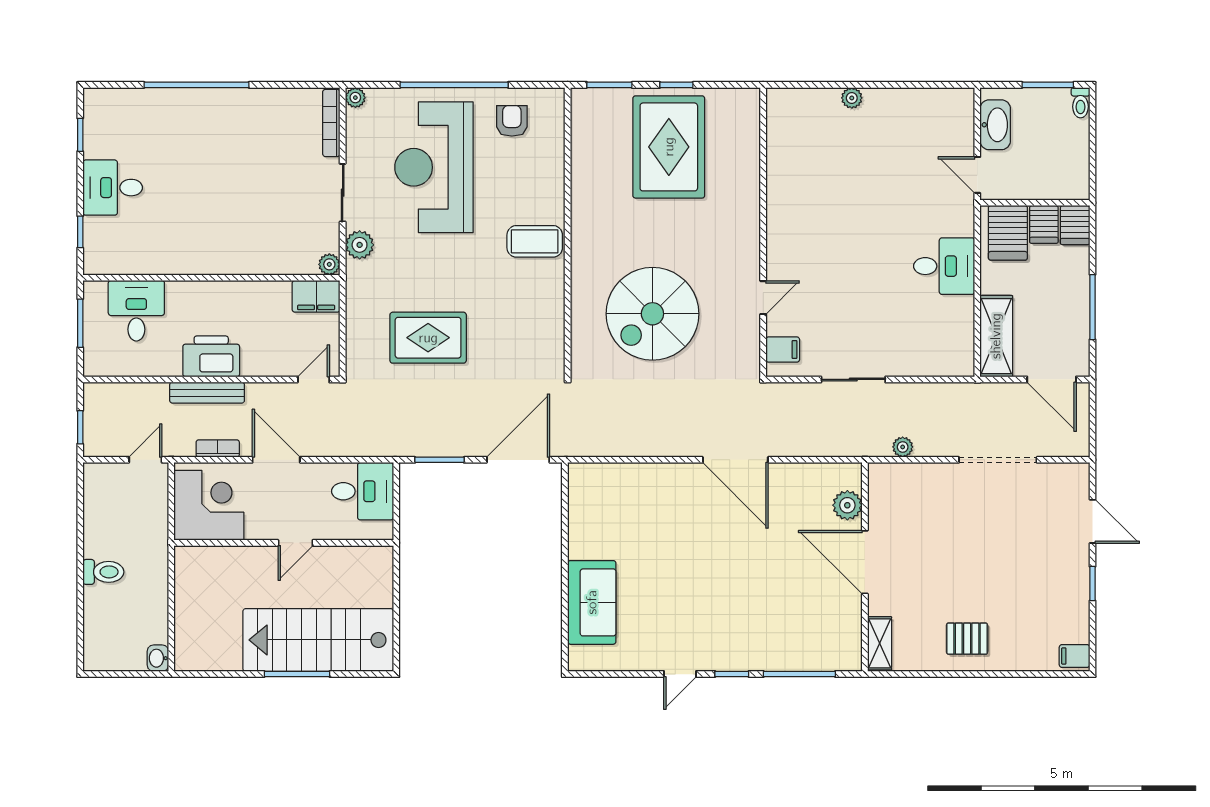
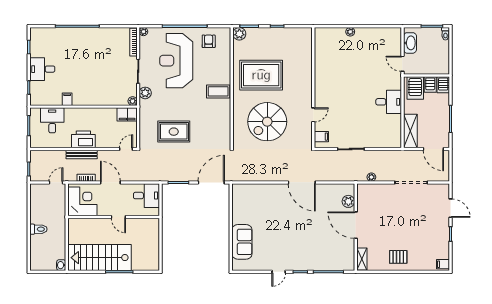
plant: (586, 103) -> (239, 34), added
rug: (669, 147) -> (261, 75), moved, turned 90
filing cabinet: (172, 260) -> (67, 99), added
door: (295, 543) -> (118, 217), hinge flipped
stairs: (318, 640) -> (100, 258), moved

